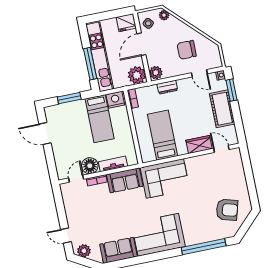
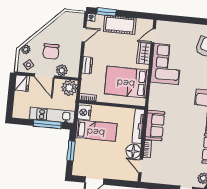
chair: (187, 50) -> (51, 51), moved
kitchen unit: (100, 57) -> (52, 115), width x0.73
plant: (156, 73) -> (62, 70), moved
bed: (162, 135) -> (126, 82), width x1.50
tv unit: (113, 164) -> (138, 126), width x1.41
corner sofa: (165, 178) -> (166, 64), moved

